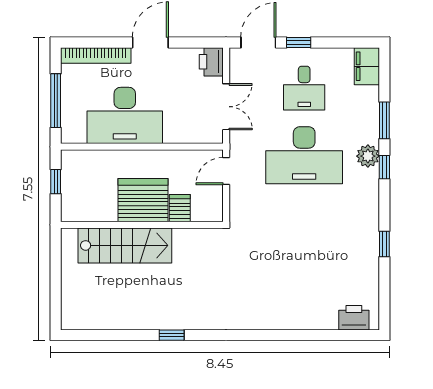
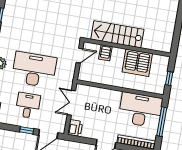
desk: (125, 115) -> (140, 110), moved
door: (226, 171) -> (79, 56), moved
server rack: (143, 200) -> (137, 63), moved
stairs: (125, 245) -> (117, 34), moved

